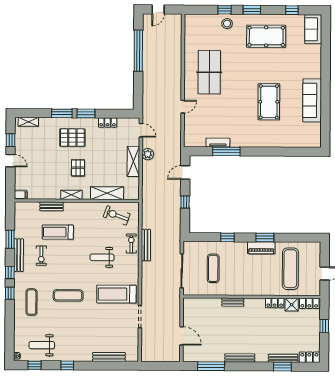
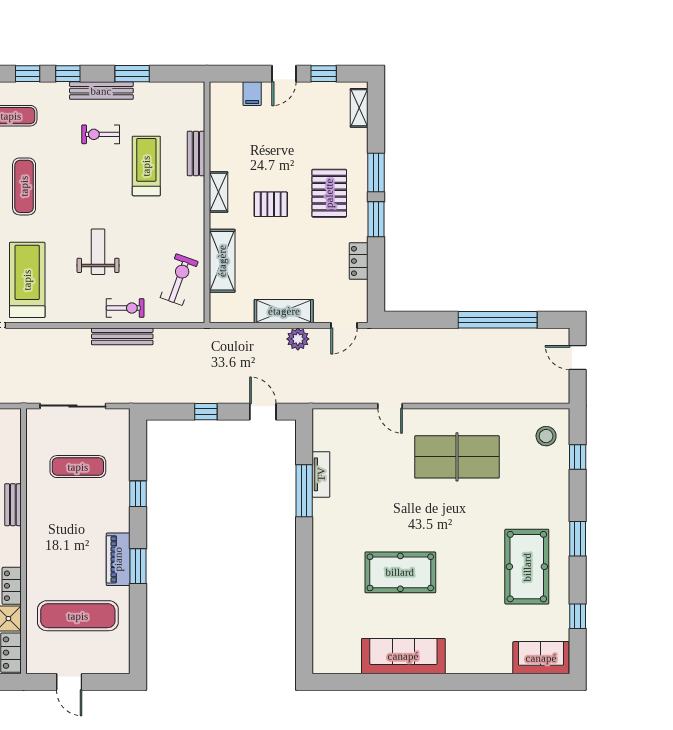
window: (225, 10) -> (578, 457), moved
stool: (227, 24) -> (546, 436), moved
filing cabinet: (21, 195) -> (252, 94), moved

